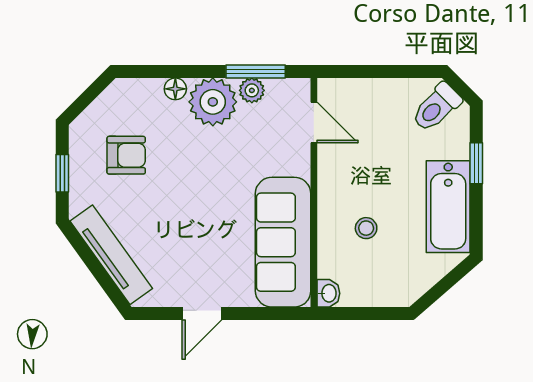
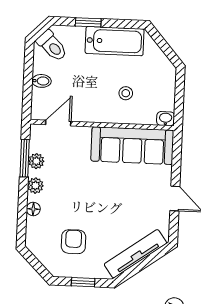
bidet: (380, 93) -> (42, 81), added
plant: (213, 102) -> (35, 186), width x0.53, depth x0.53

